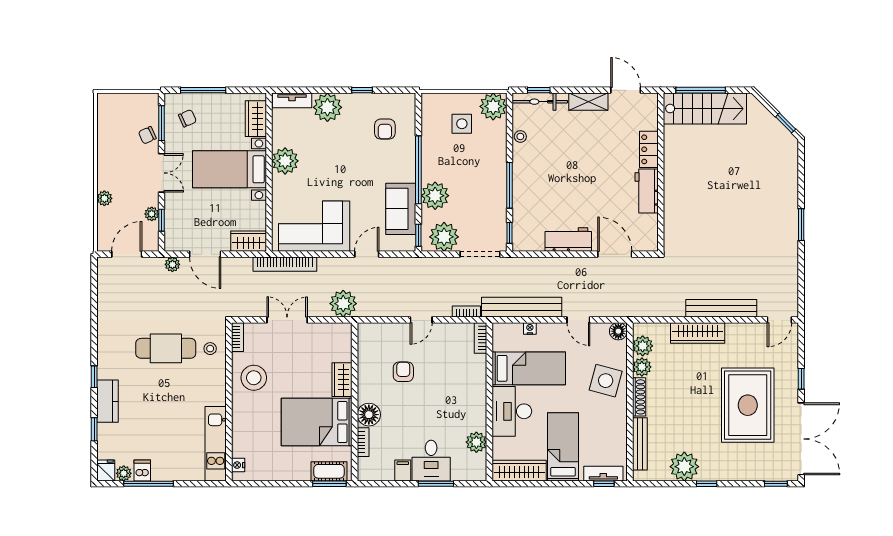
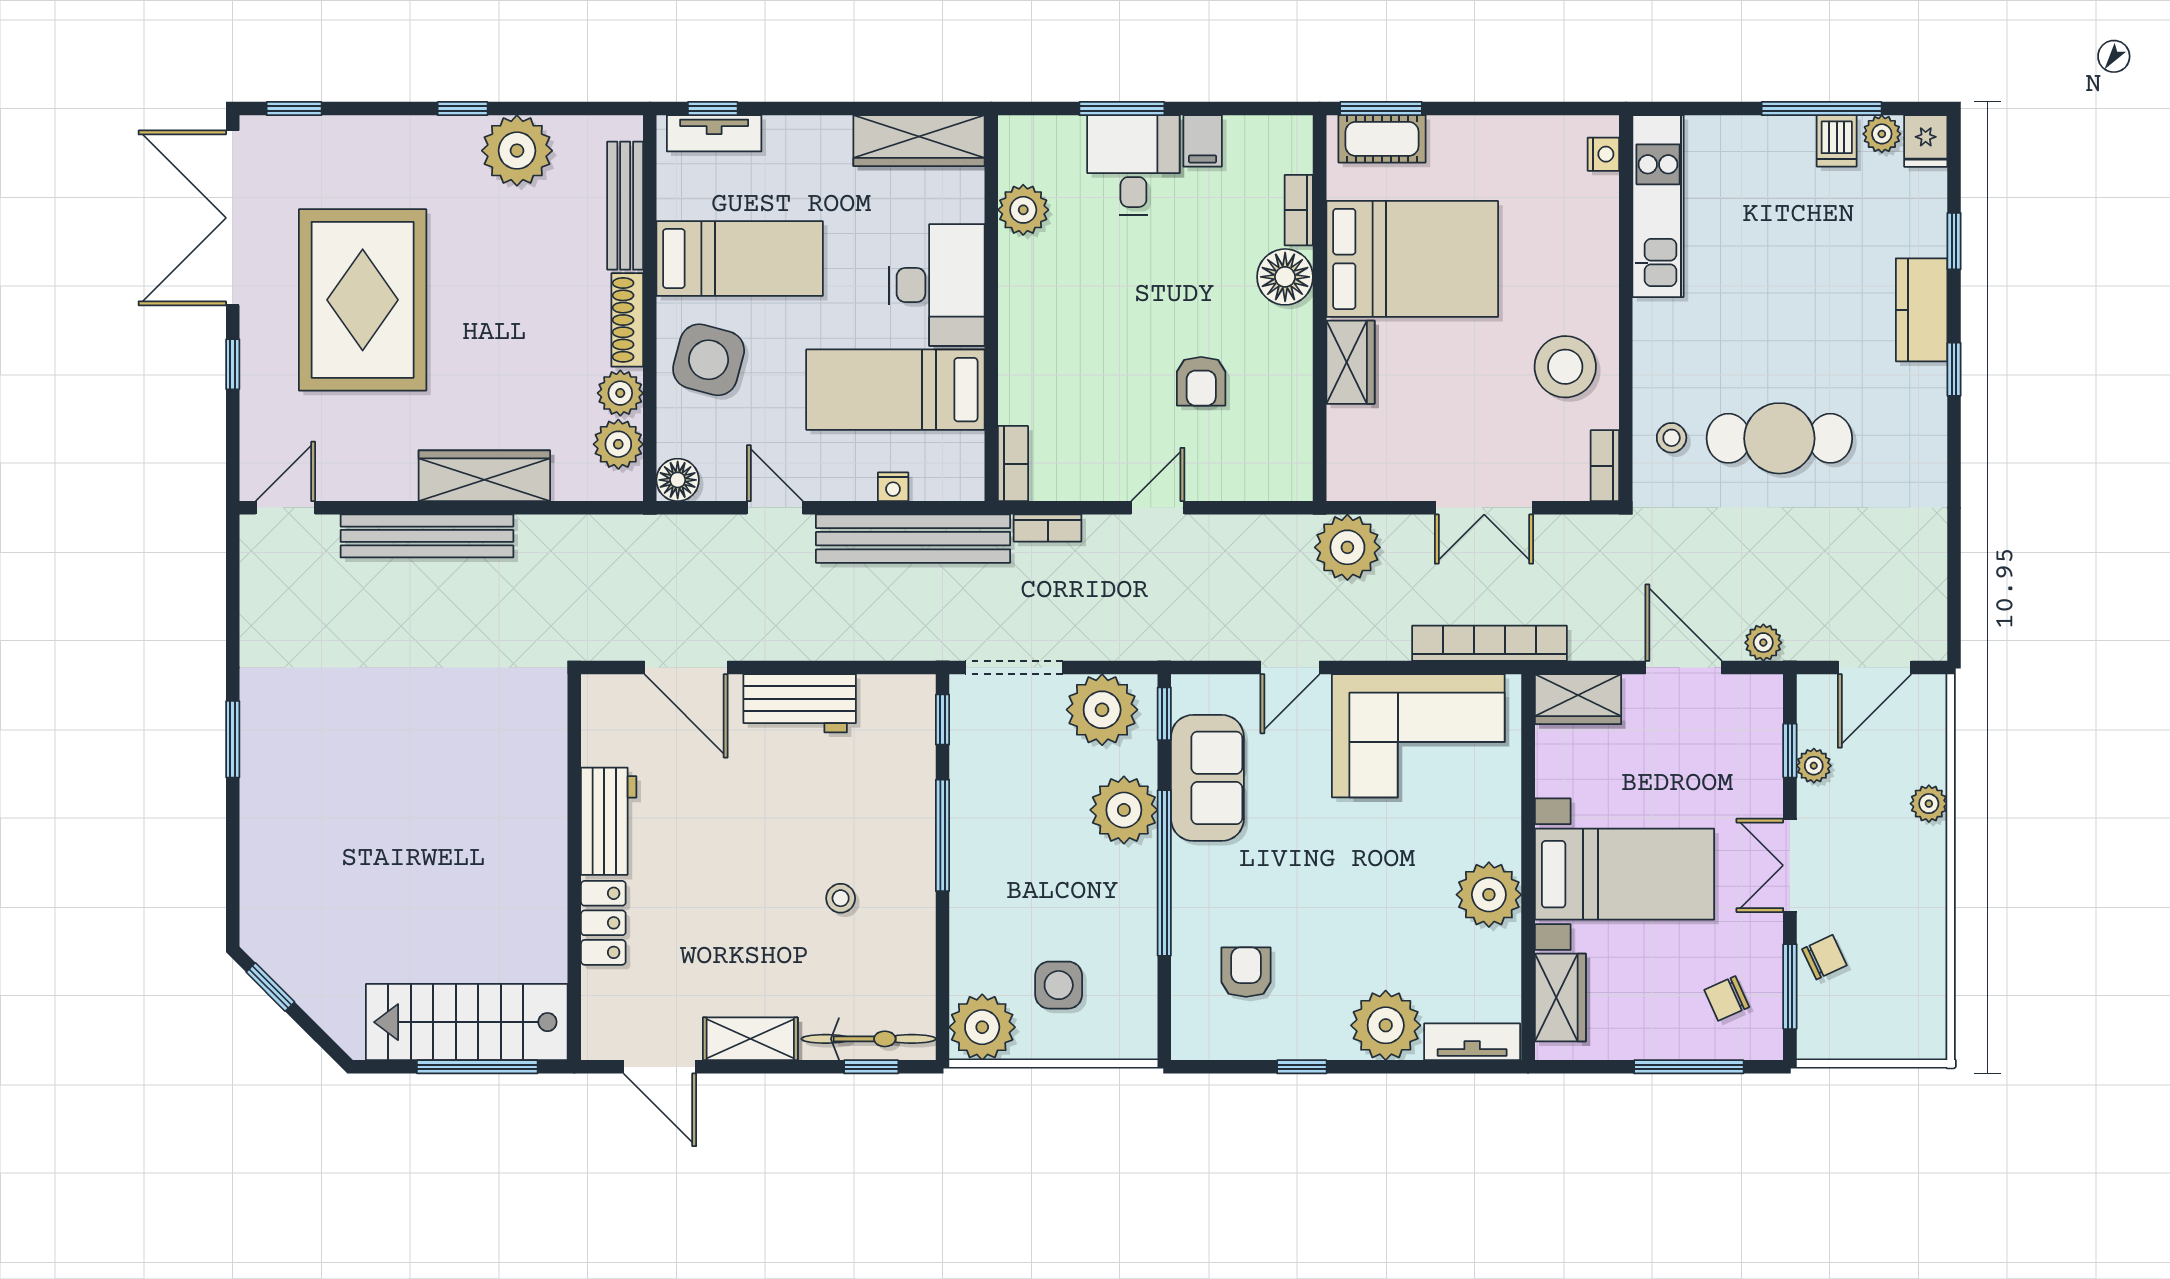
stool: (520, 136) -> (841, 898), moved
bed: (563, 447) -> (740, 258), moved, turned -90

